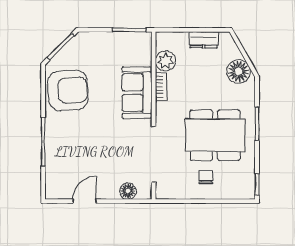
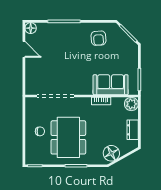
plant: (165, 61) -> (131, 104), moved
armchair: (68, 90) -> (98, 38), width x0.53, depth x0.53
sofa: (137, 93) -> (111, 85), moved
floor lamp: (128, 191) -> (31, 28), moved

